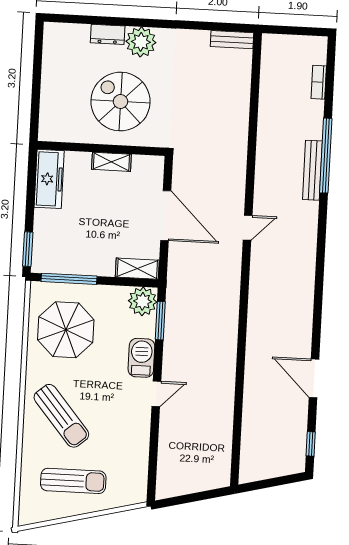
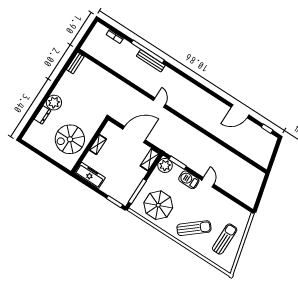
spiral stairs: (120, 102) -> (70, 139), moved

